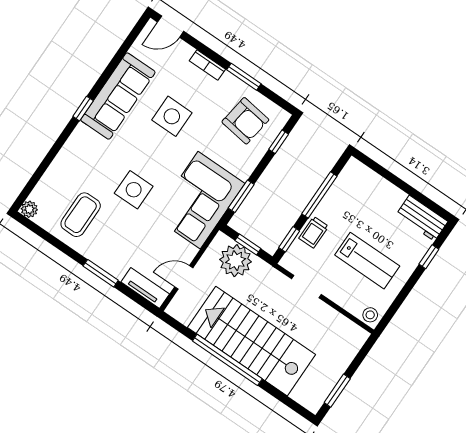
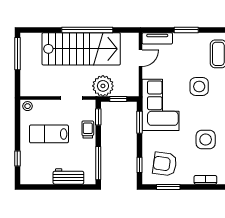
window: (244, 77) -> (168, 187), moved
window: (319, 195) -> (98, 163), moved
workbench: (422, 218) -> (68, 176), moved
plant: (236, 261) -> (103, 86), moved
window: (337, 391) -> (17, 54), width x1.44

